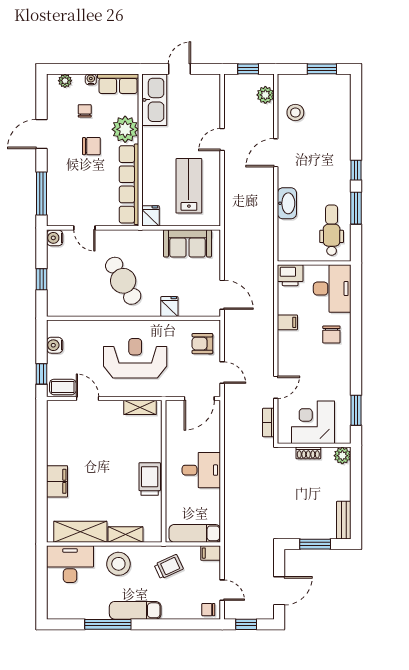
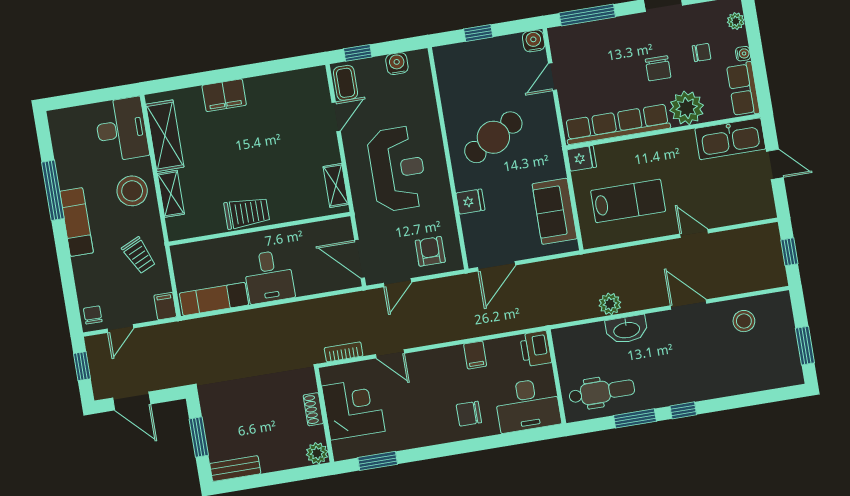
plant: (265, 95) -> (610, 304), moved
exam couch: (195, 533) -> (214, 299), moved, turned -90

